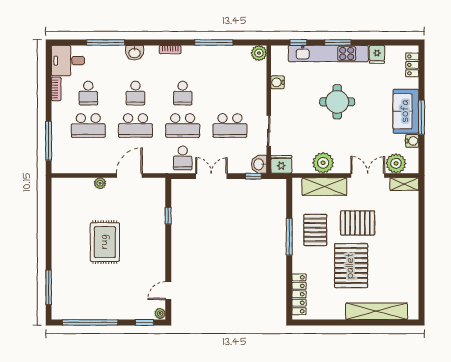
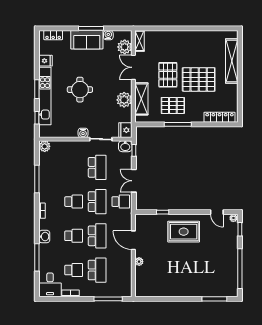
water cooler: (278, 82) -> (83, 133), moved
rug: (105, 242) -> (184, 232), moved

